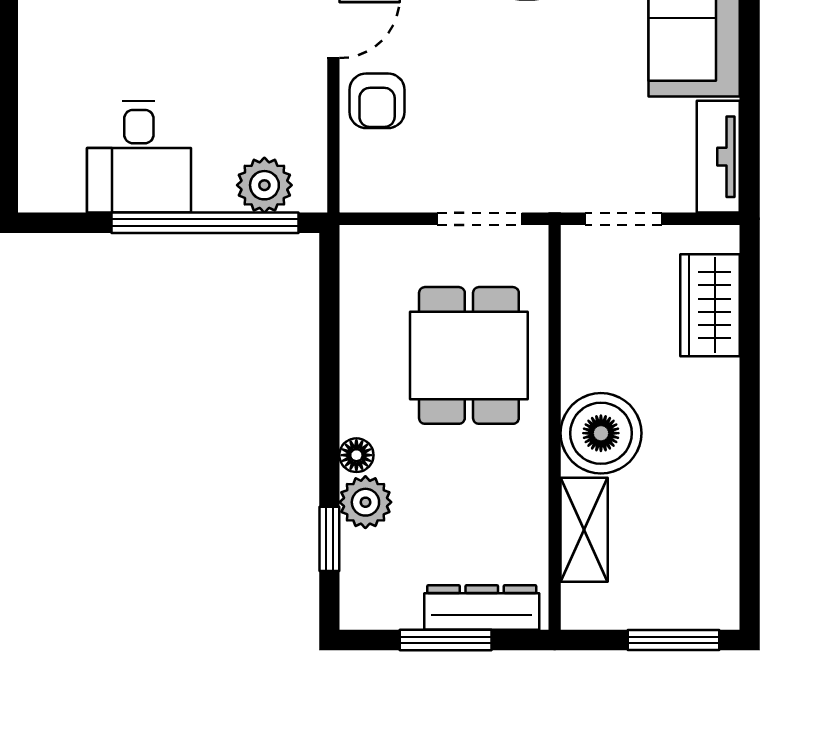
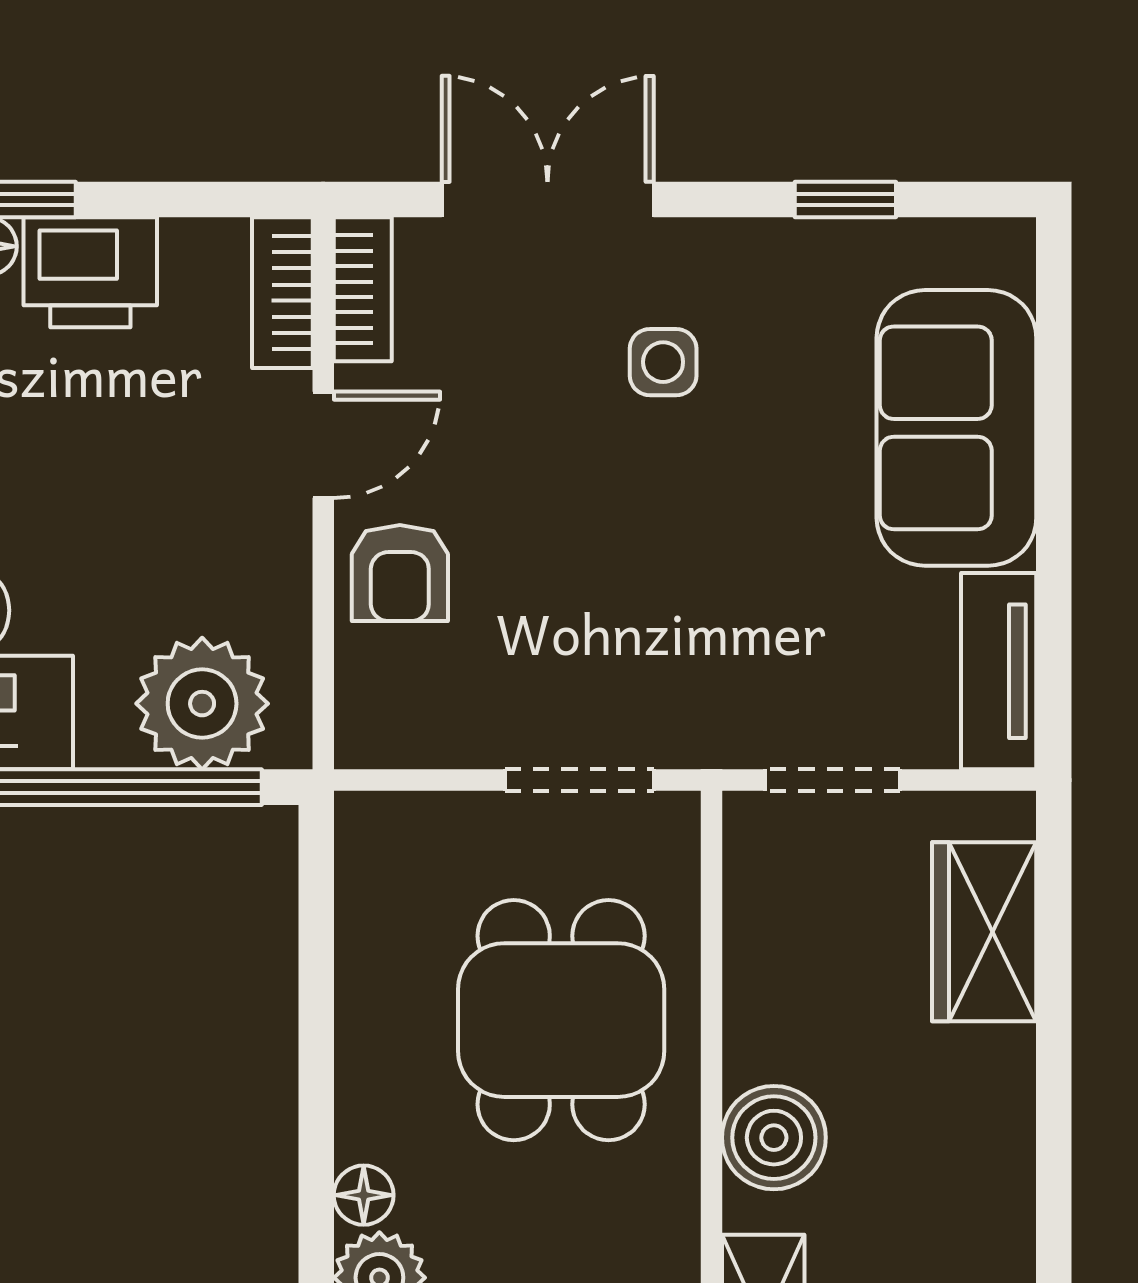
plant: (264, 185) -> (202, 704), width x1.36, depth x1.36
boiler: (601, 433) -> (774, 1138), width x0.73, depth x0.73

